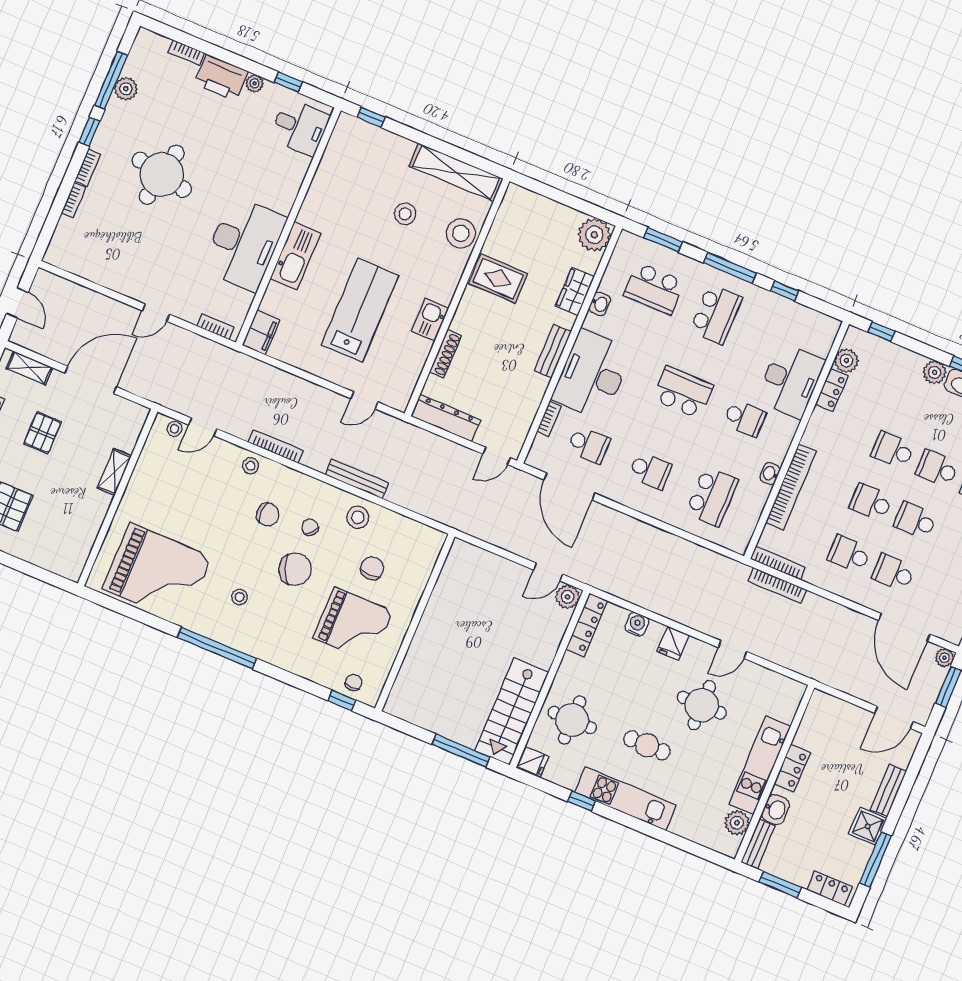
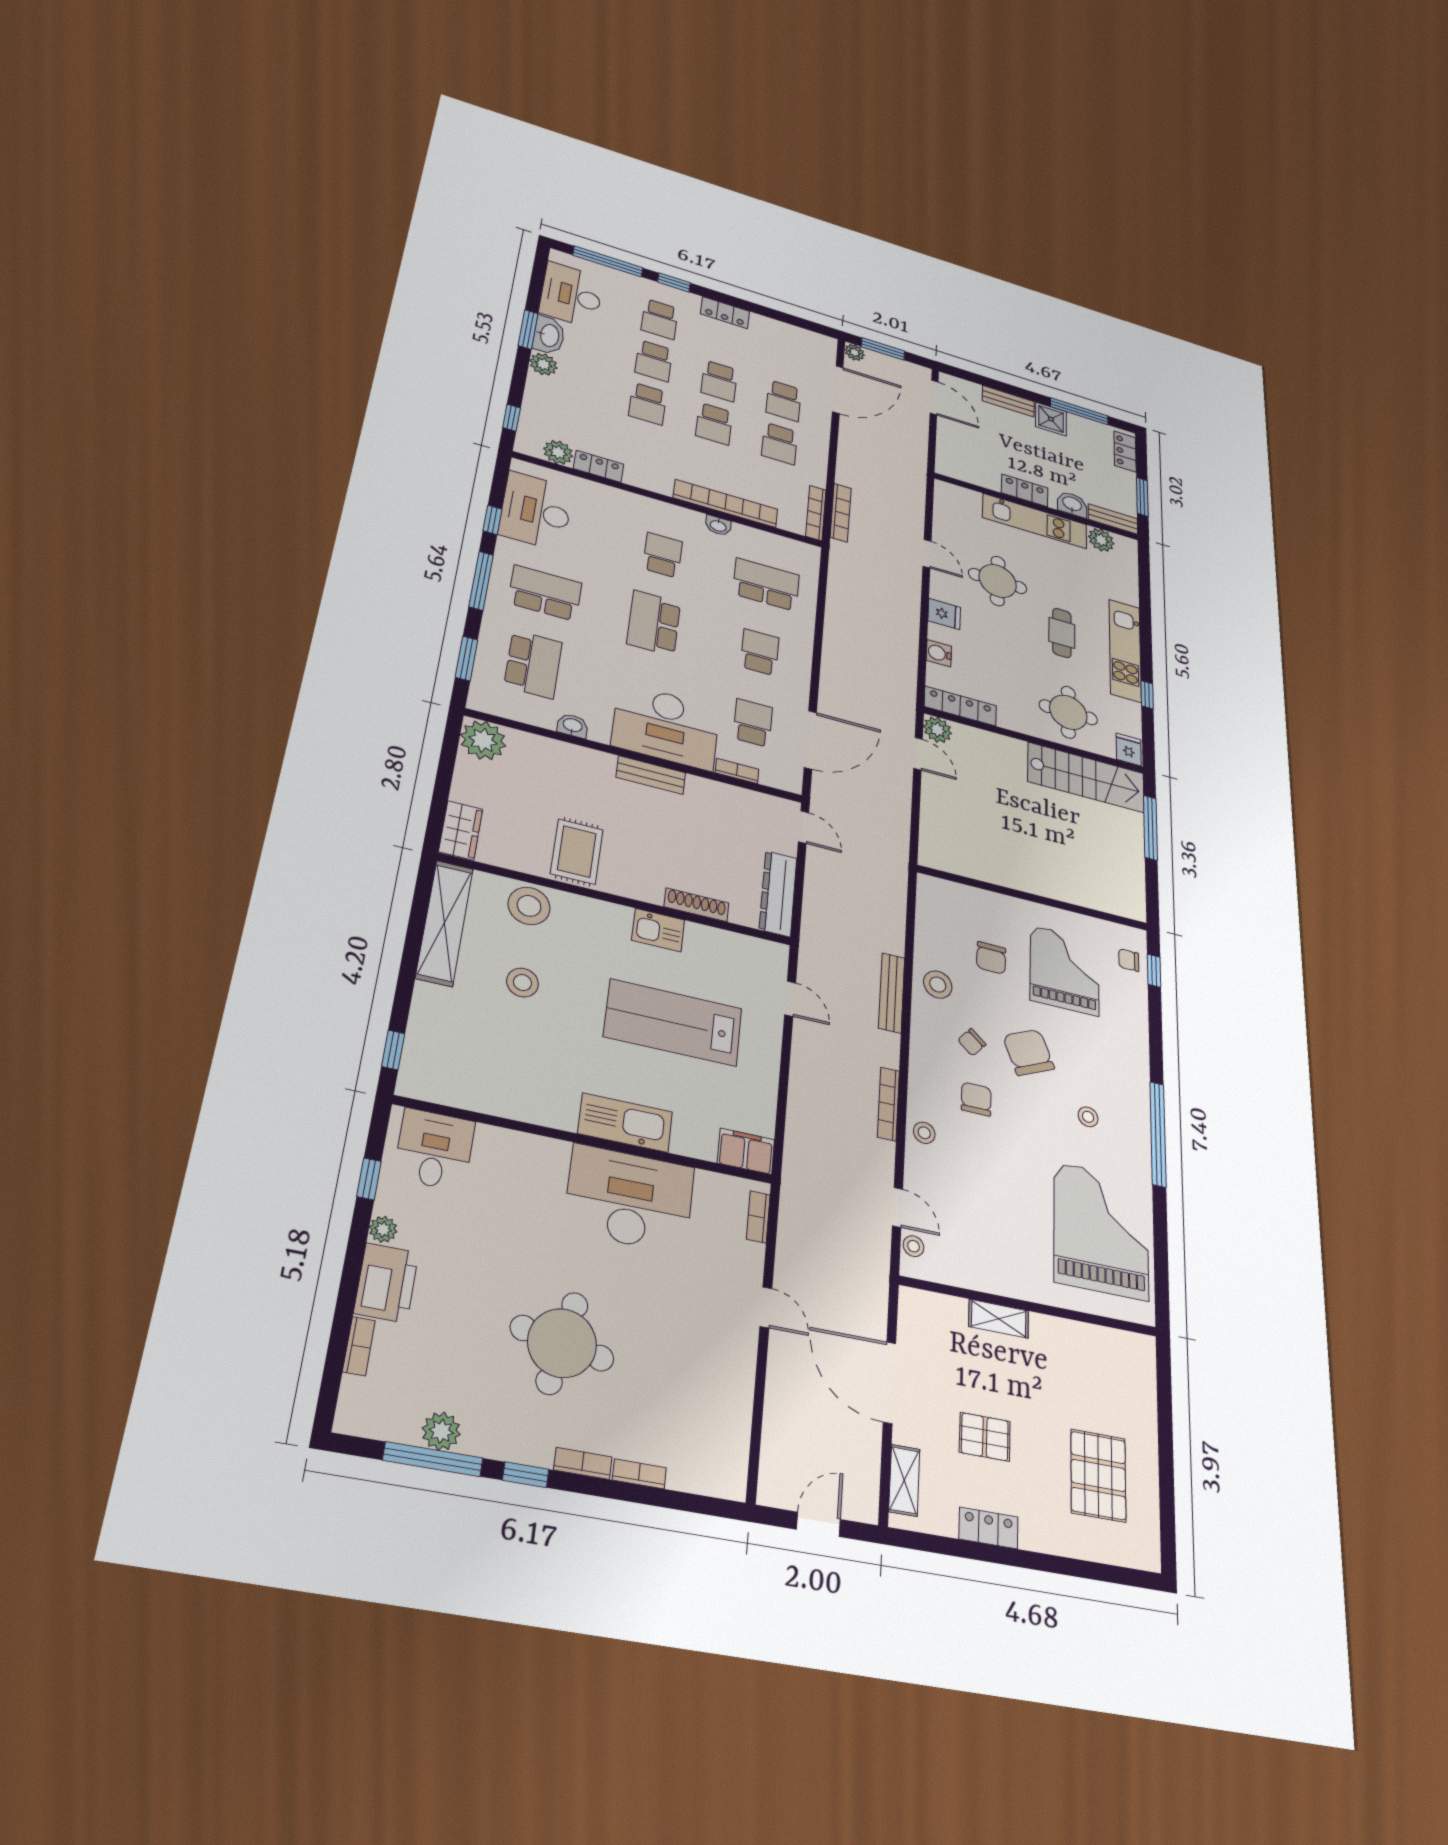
wardrobe: (575, 291) -> (461, 830), moved, turned -90
desk: (790, 381) -> (536, 511), moved, turned -90
chair: (372, 568) -> (991, 958), turned -89

